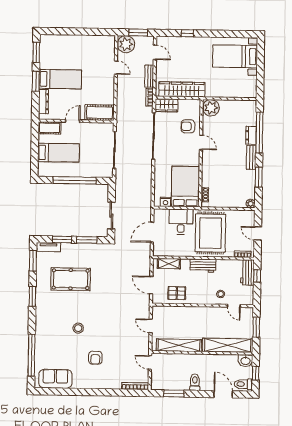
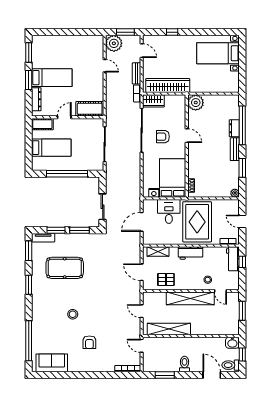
armchair: (188, 126) -> (163, 137), moved
shelving: (228, 345) -> (190, 298), moved

